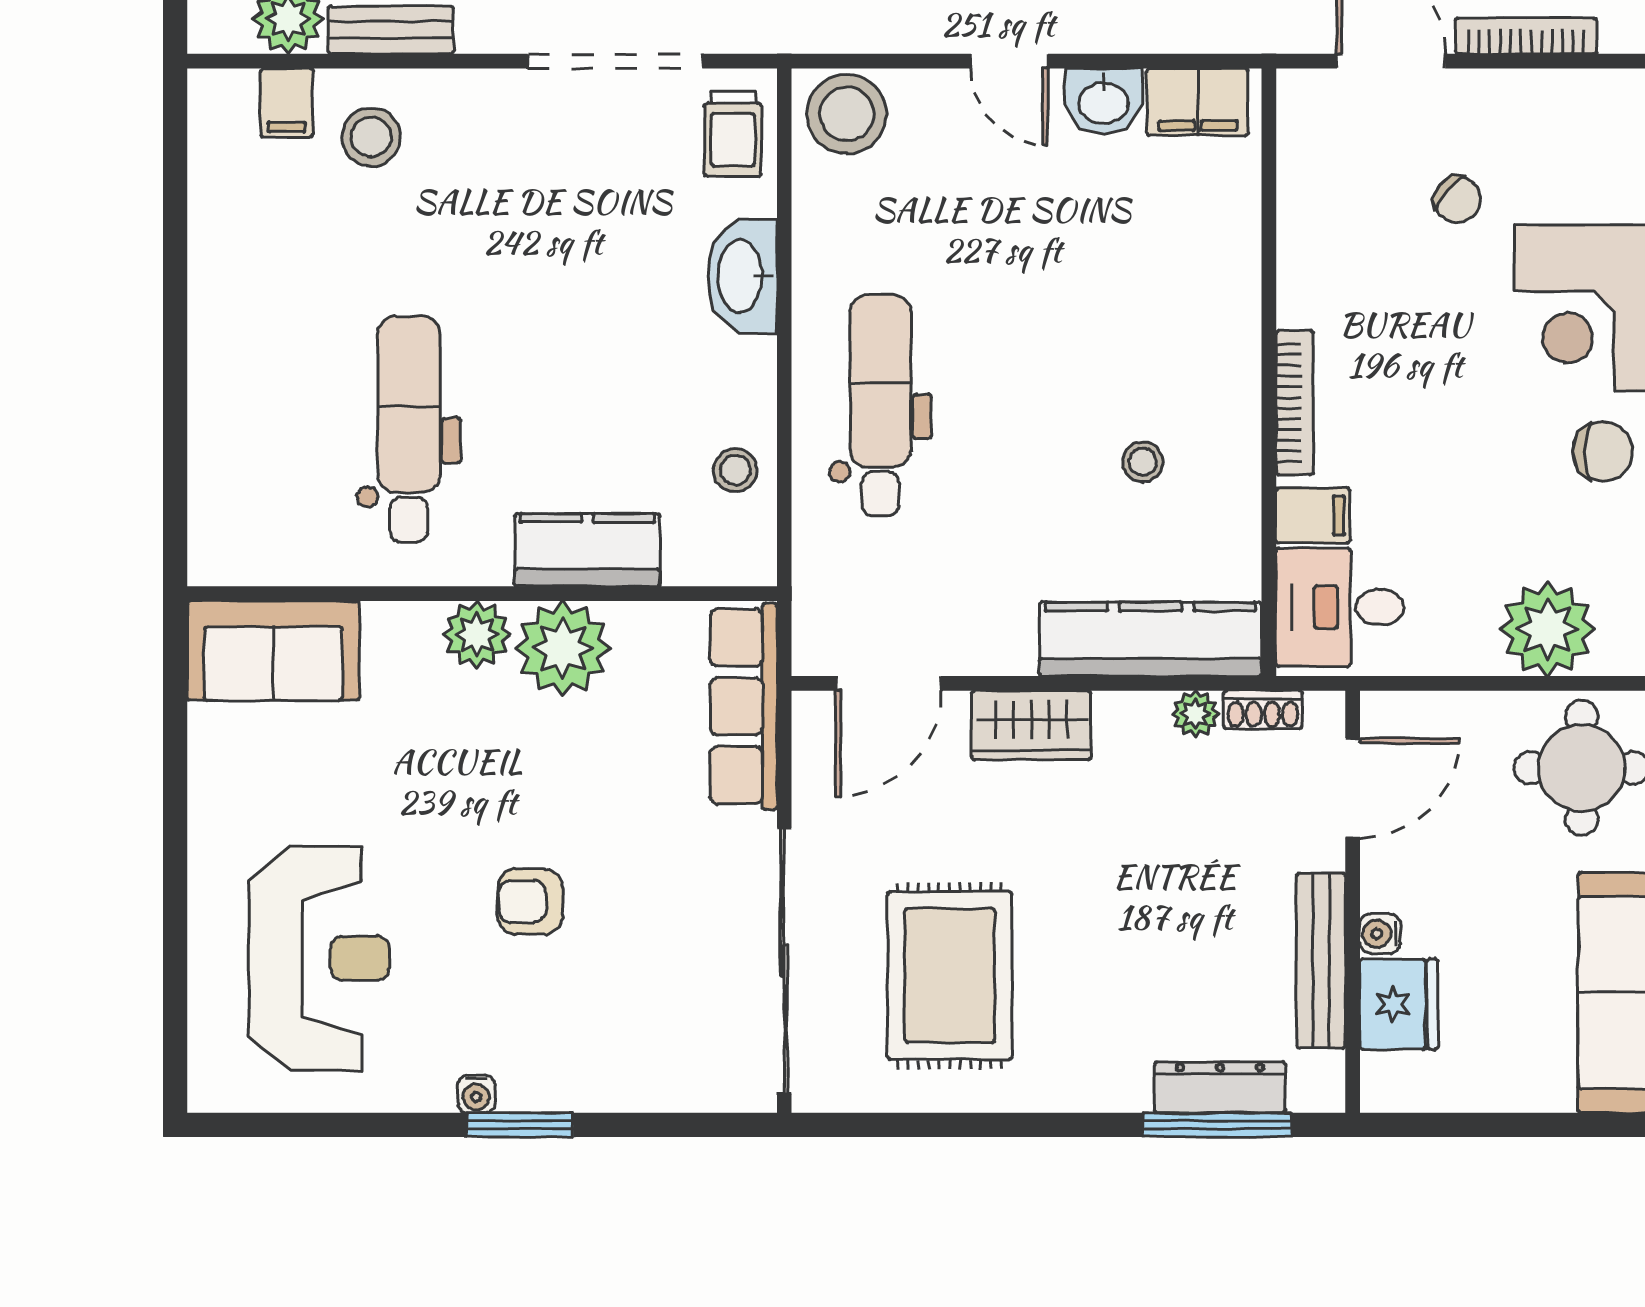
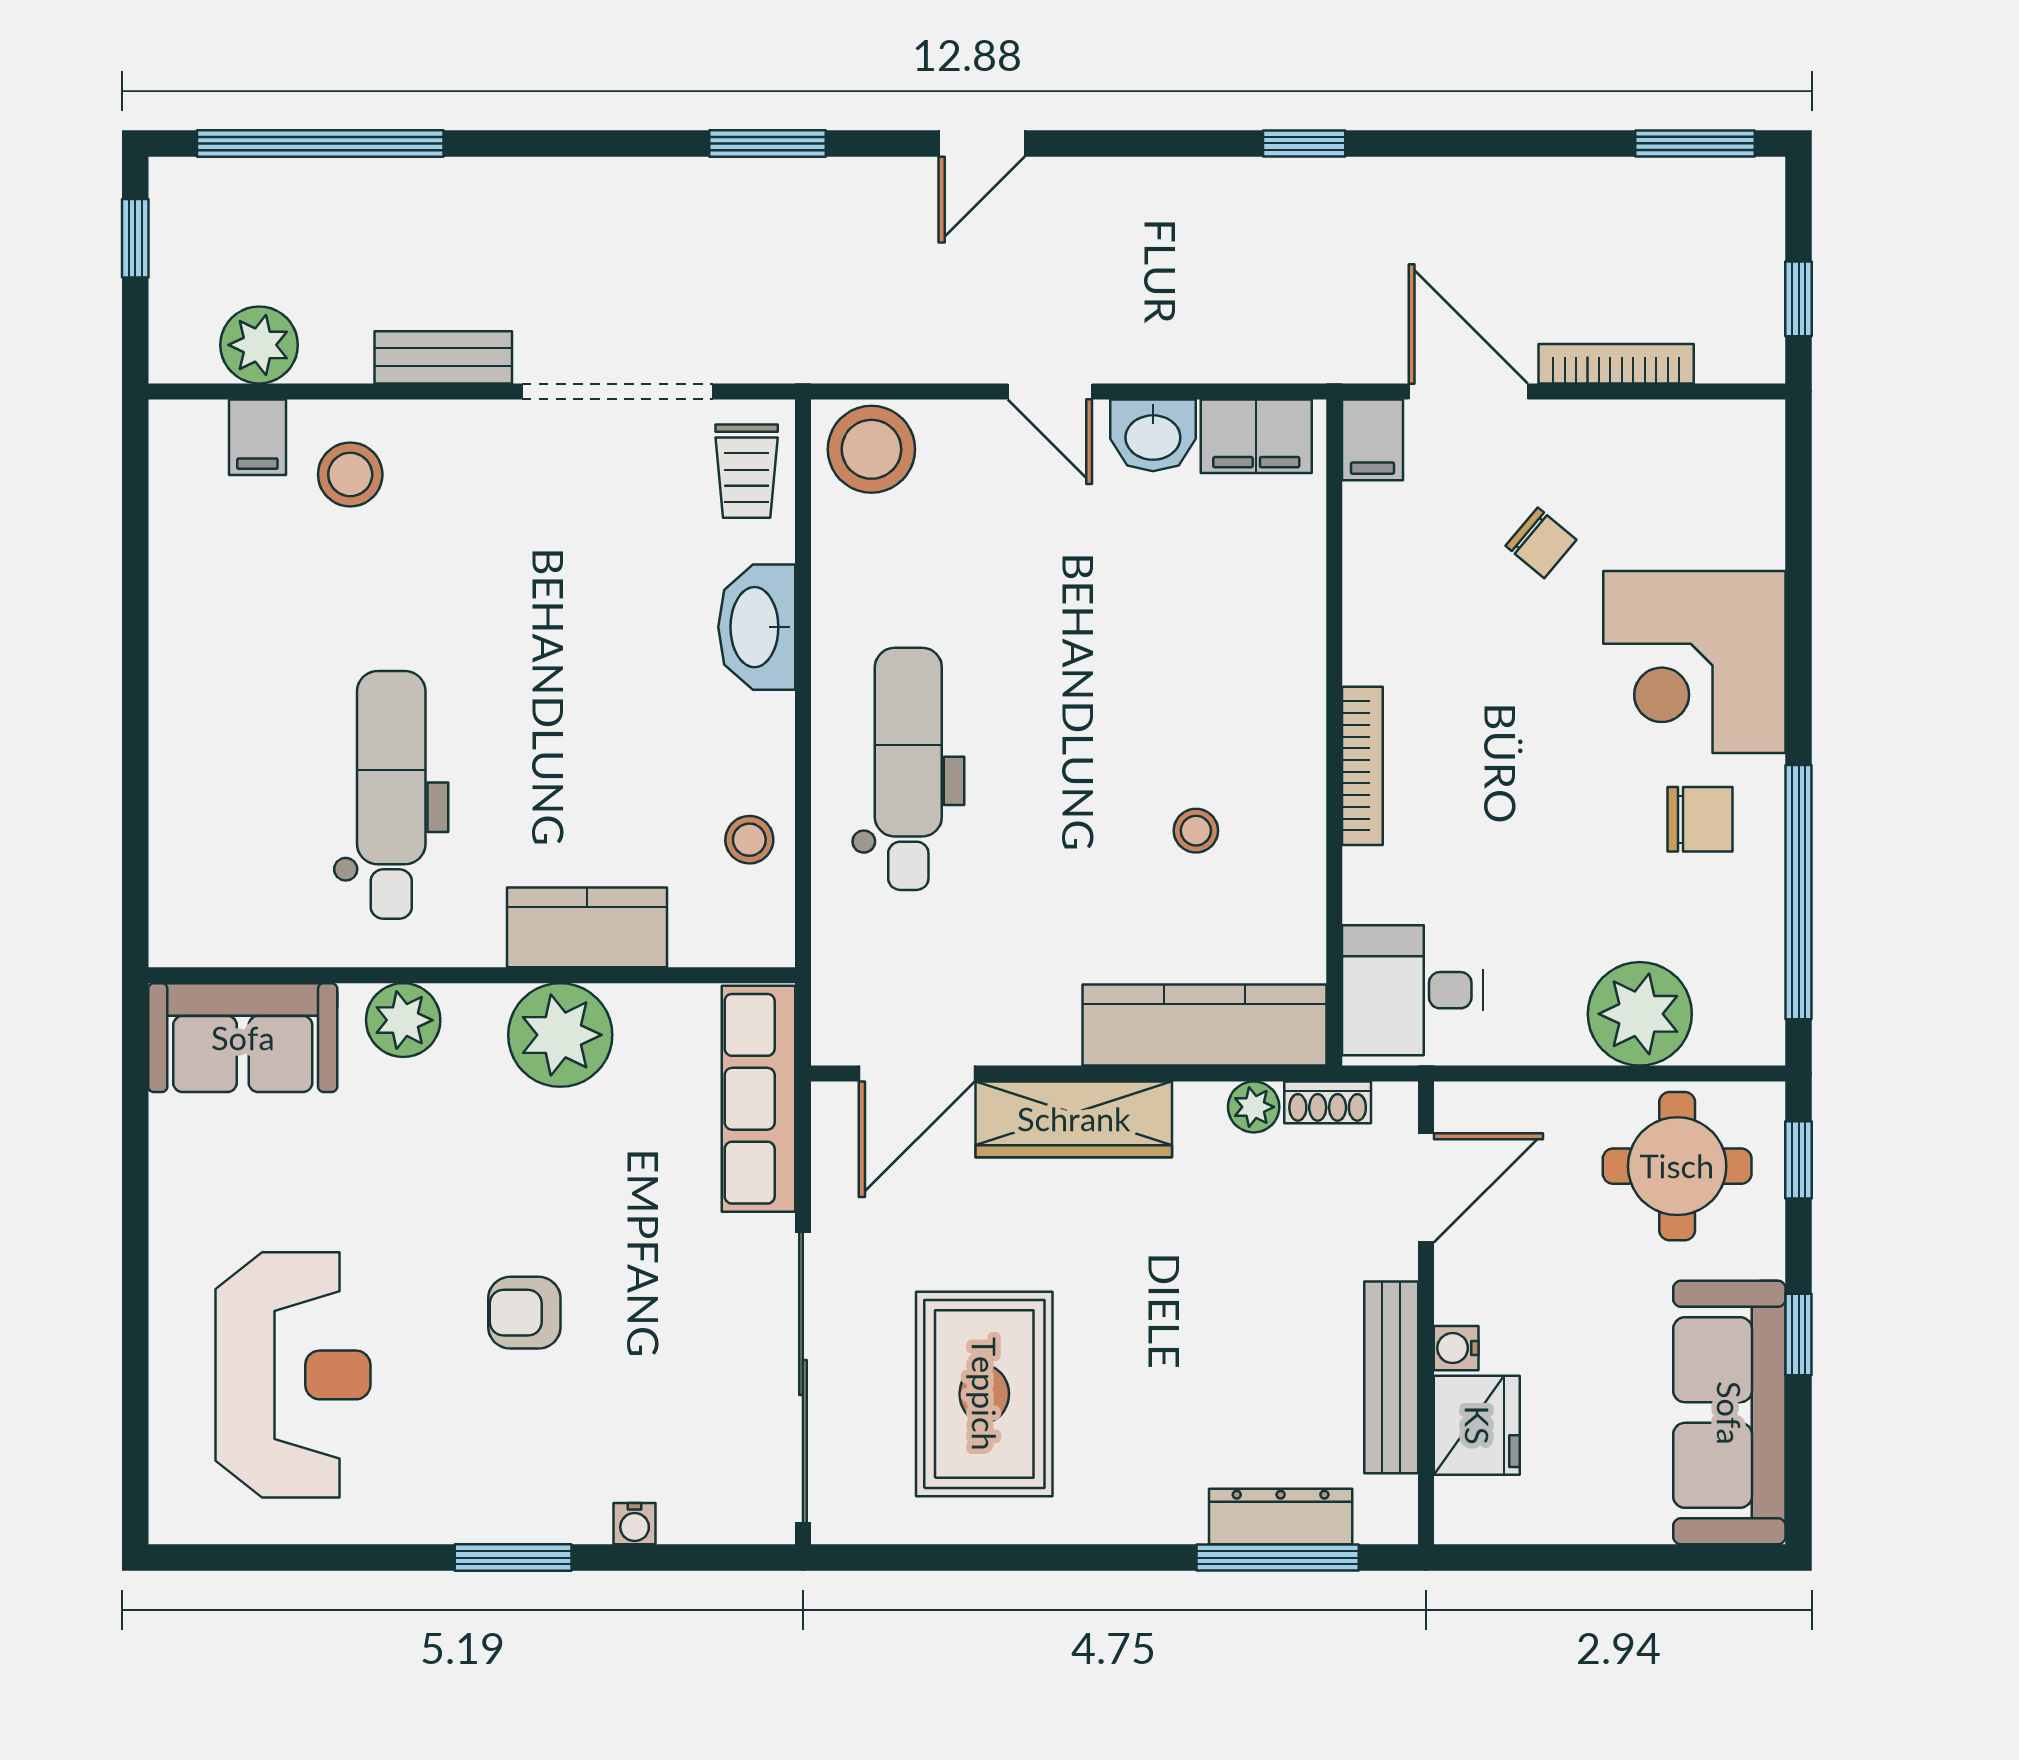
bench: (391, 30) -> (443, 357), moved
filing cabinet: (1313, 515) -> (1372, 440), moved, turned 90
plant: (477, 635) -> (403, 1020), moved
wardrobe: (1031, 725) -> (1074, 1119), width x1.50
water cooler: (476, 1094) -> (635, 1524), moved

